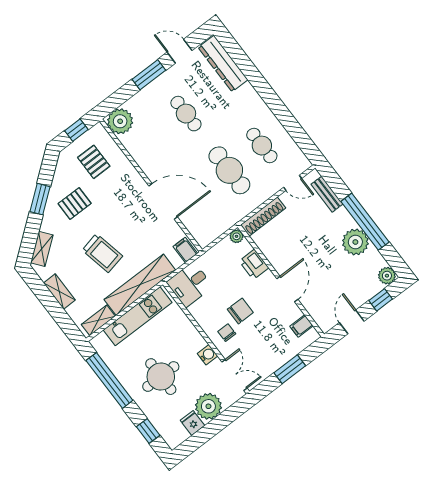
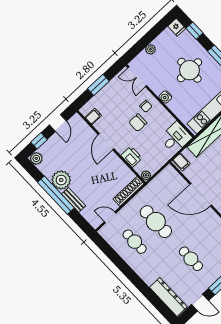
bench: (327, 194) -> (74, 200), moved
water cooler: (208, 355) -> (165, 97), moved
plant: (208, 406) -> (150, 49), width x0.53, depth x0.53
fridge: (192, 423) -> (177, 27), moved

